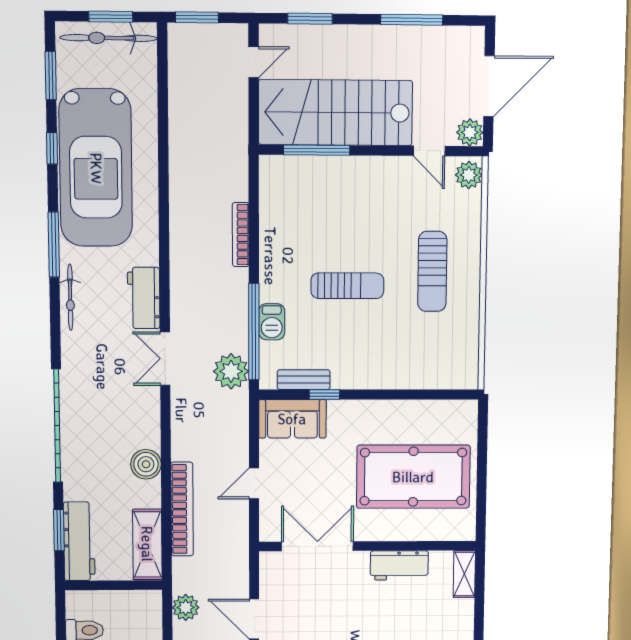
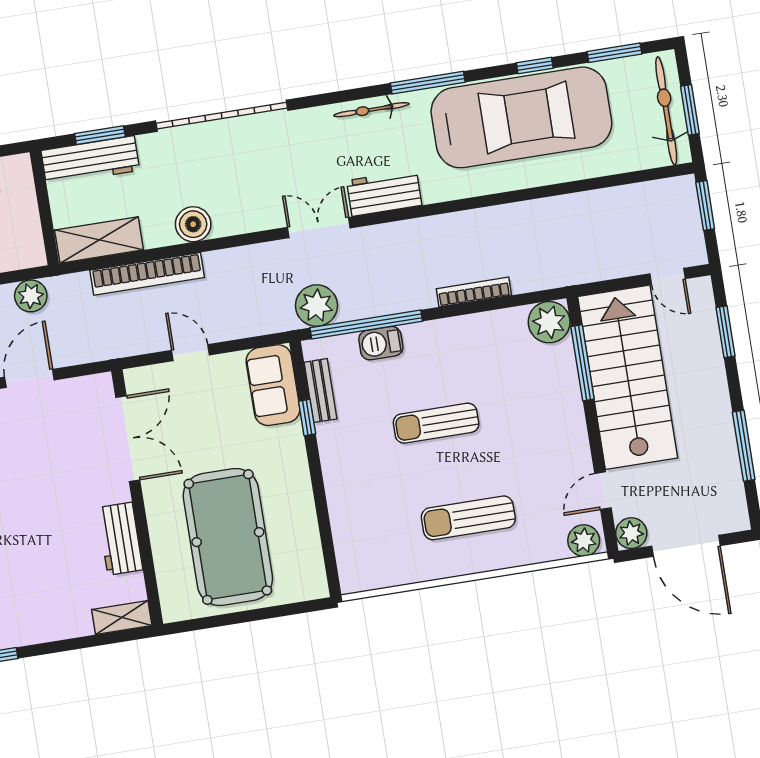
car: (96, 168) -> (521, 117), turned 180
plant: (277, 173) -> (549, 322), added
sun lounger: (347, 286) -> (436, 423), turned 90

